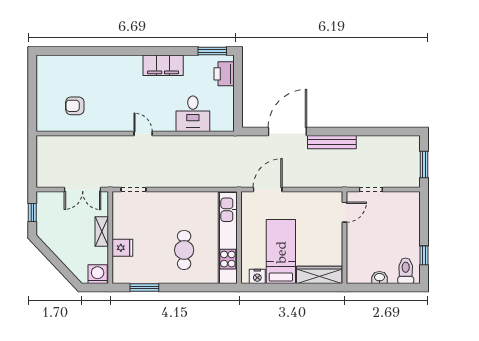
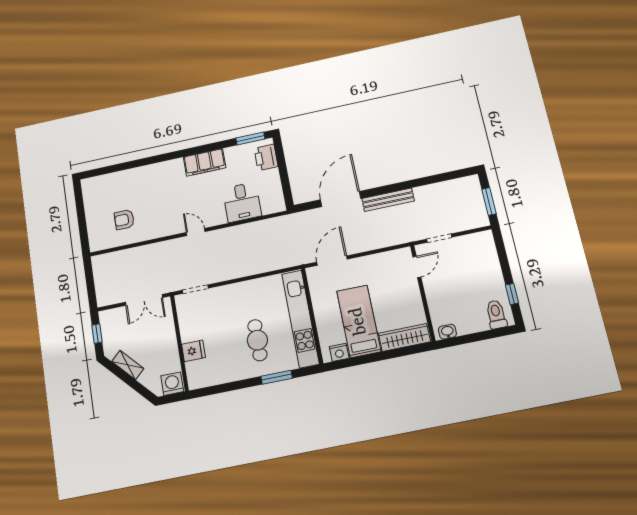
shelving: (102, 231) -> (128, 365), moved, turned -43
washbasin: (379, 278) -> (447, 332), moved
window: (144, 288) -> (277, 377), moved

